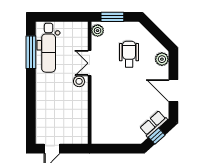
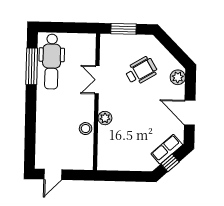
plant: (98, 31) -> (105, 118), moved
wheelchair: (129, 54) -> (141, 71), turned 59
stool: (79, 81) -> (86, 129), moved

